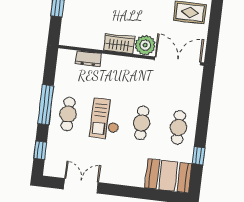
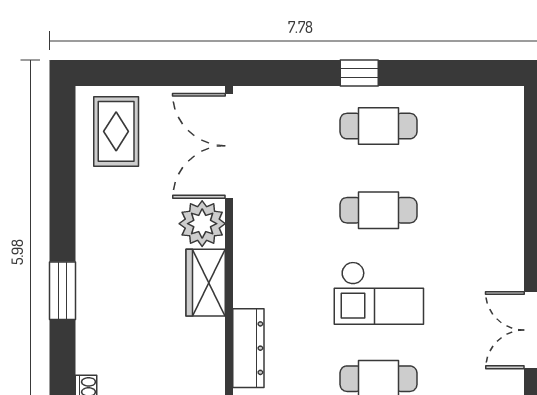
dresser: (88, 59) -> (248, 348), width x1.44
window: (199, 156) -> (359, 73), moved
booth: (168, 176) -> (491, 136), removed

